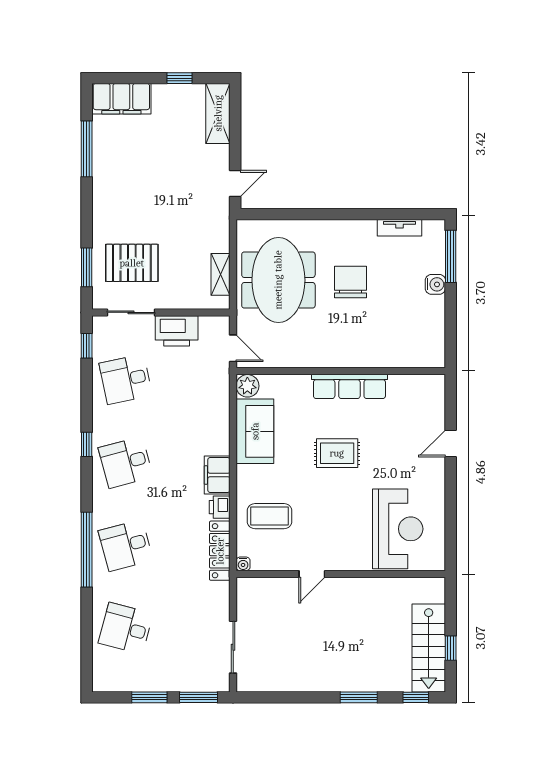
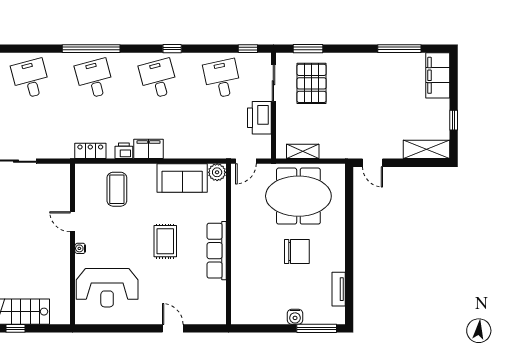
locker: (220, 551) -> (90, 151), width x0.66
water cooler: (243, 564) -> (80, 248), moved
desk: (126, 628) -> (31, 79), turned -30

